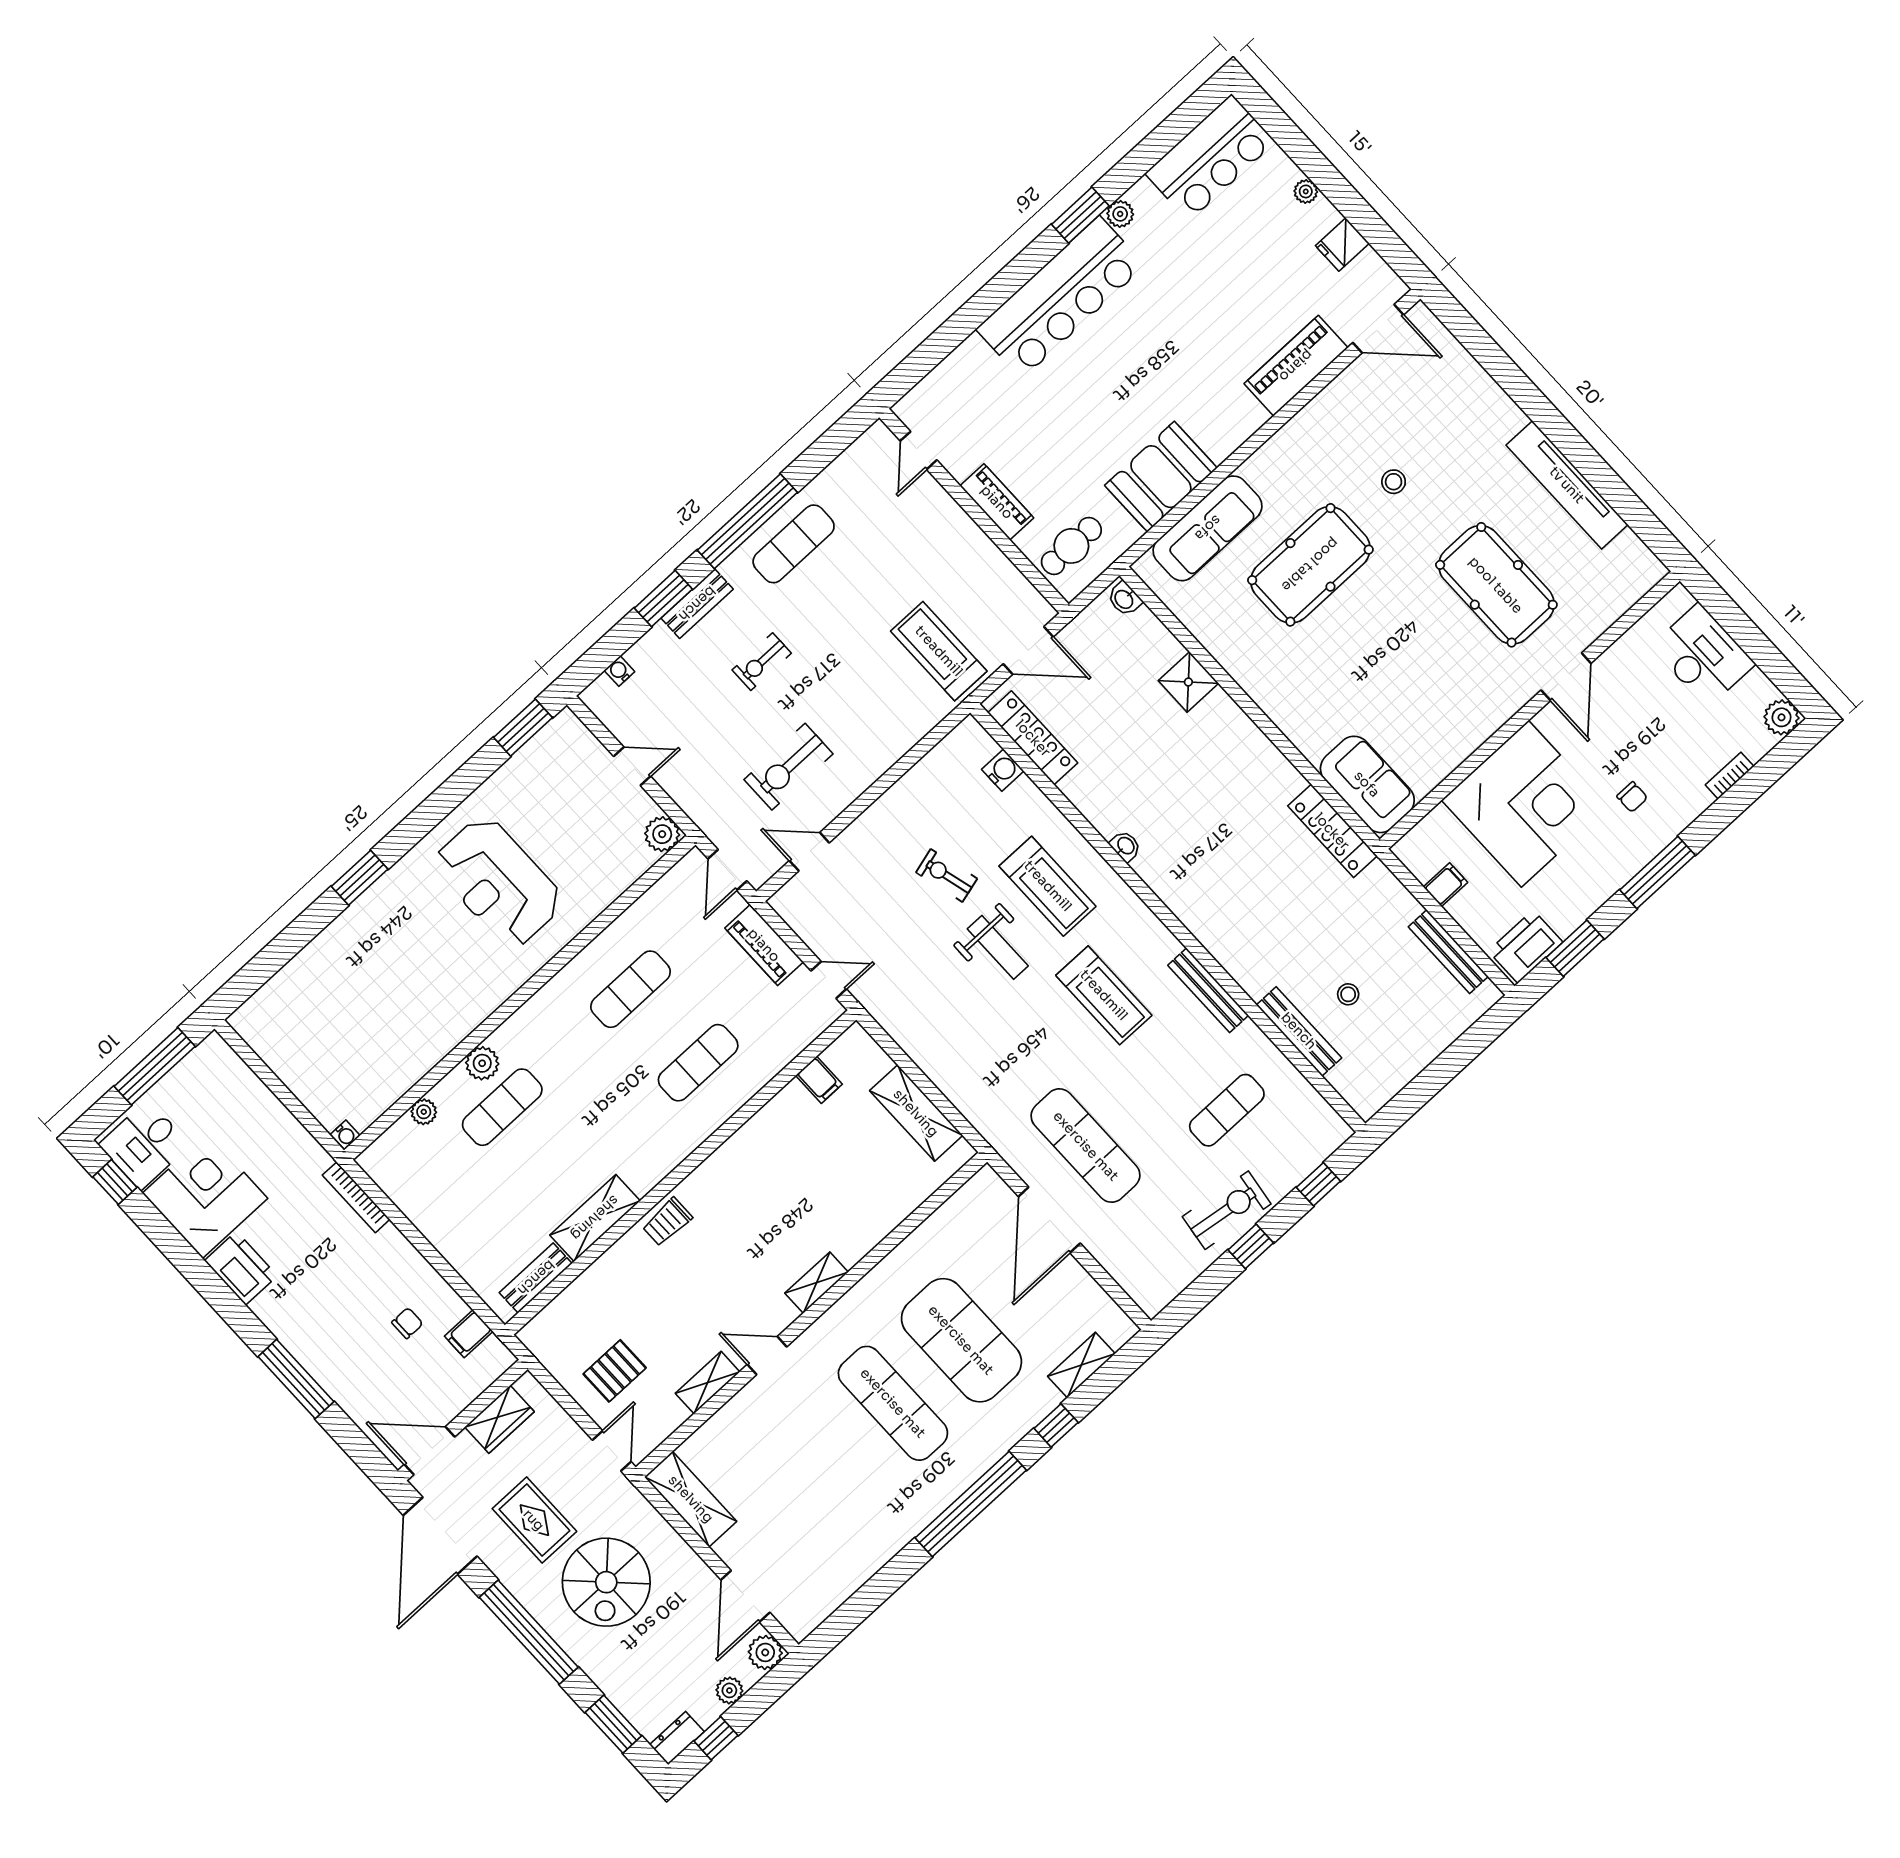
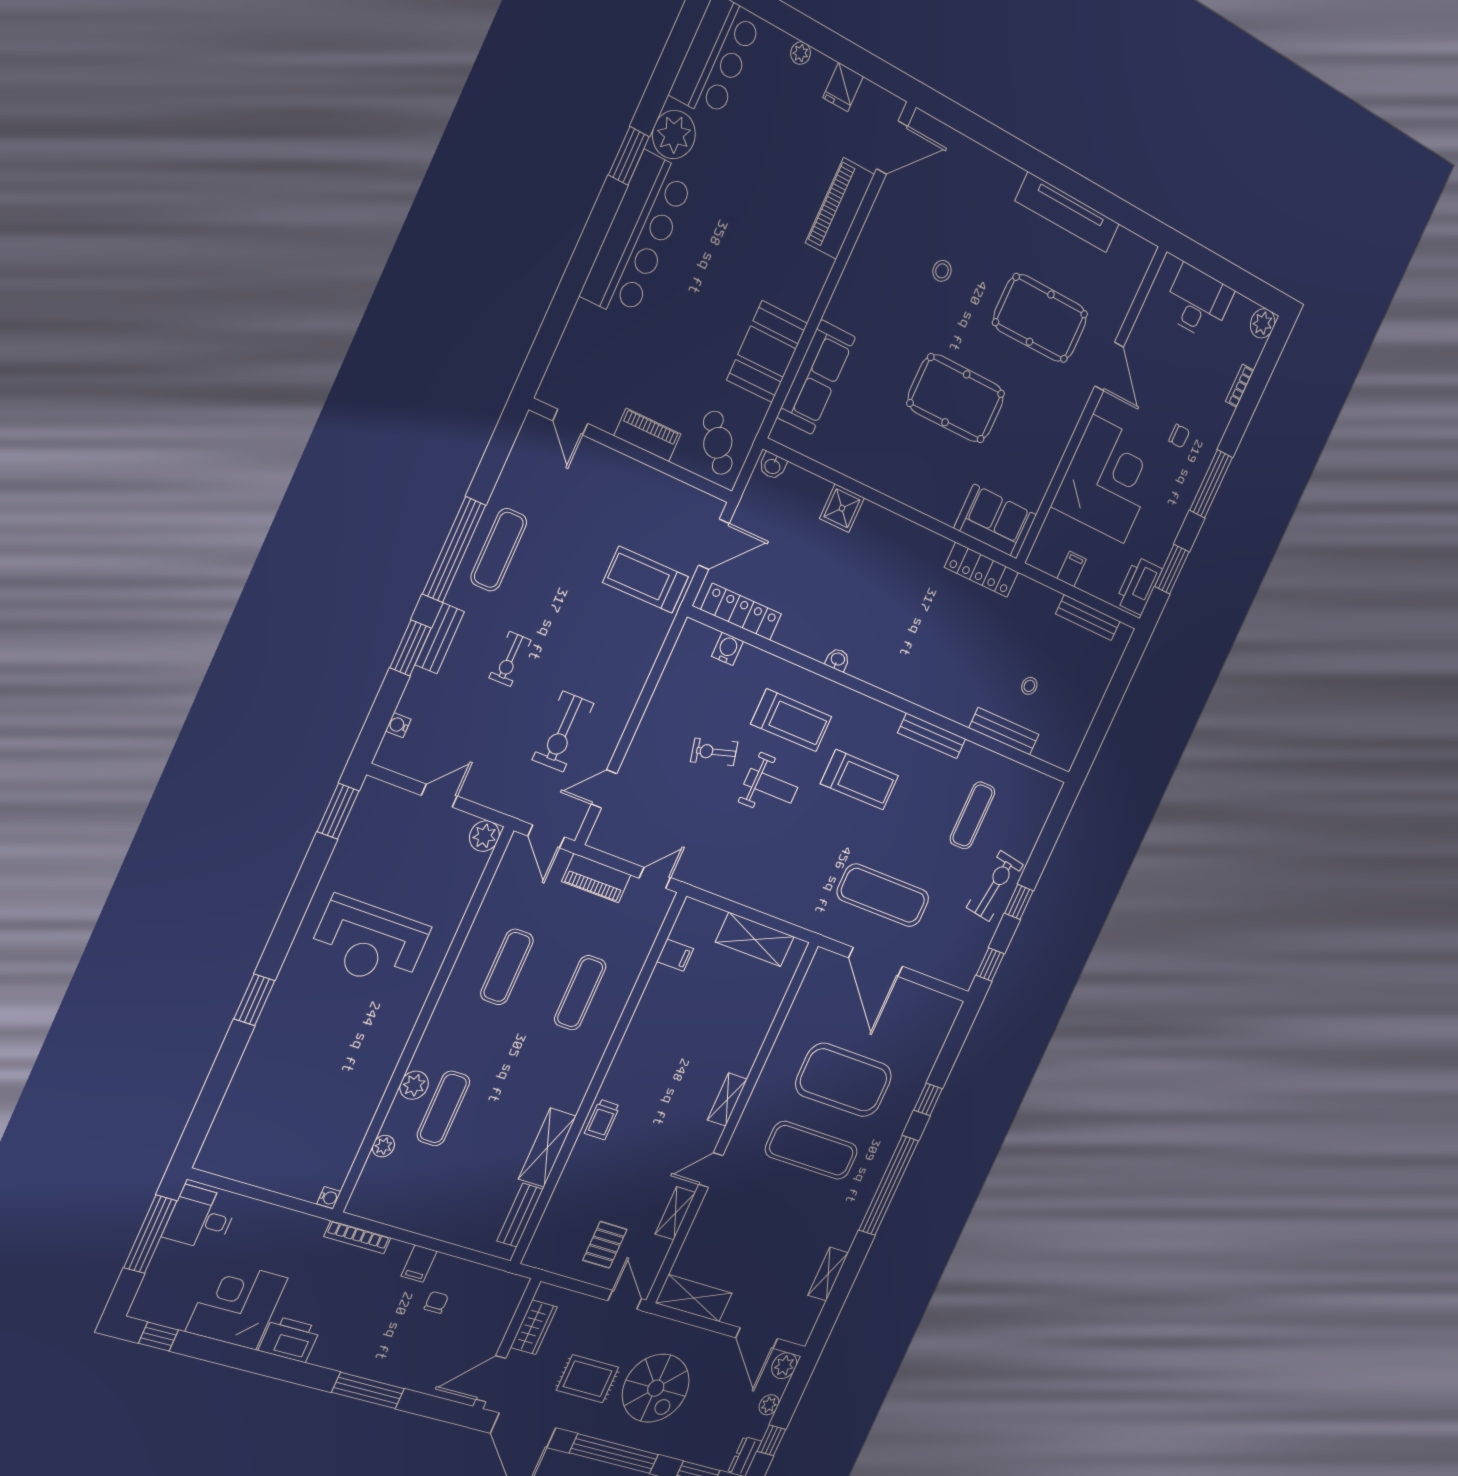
plant: (1120, 214) -> (674, 135), width x1.88, depth x1.88
cafe table: (1071, 546) -> (718, 443), turned -40
pool table: (1310, 565) -> (956, 398), moved, turned 90
desk: (144, 1145) -> (201, 1218), moved, turned 90
window: (1318, 1184) -> (990, 965), moved
filing cabinet: (469, 1334) -> (419, 1264), moved
shelving: (1081, 1365) -> (828, 1274), moved

